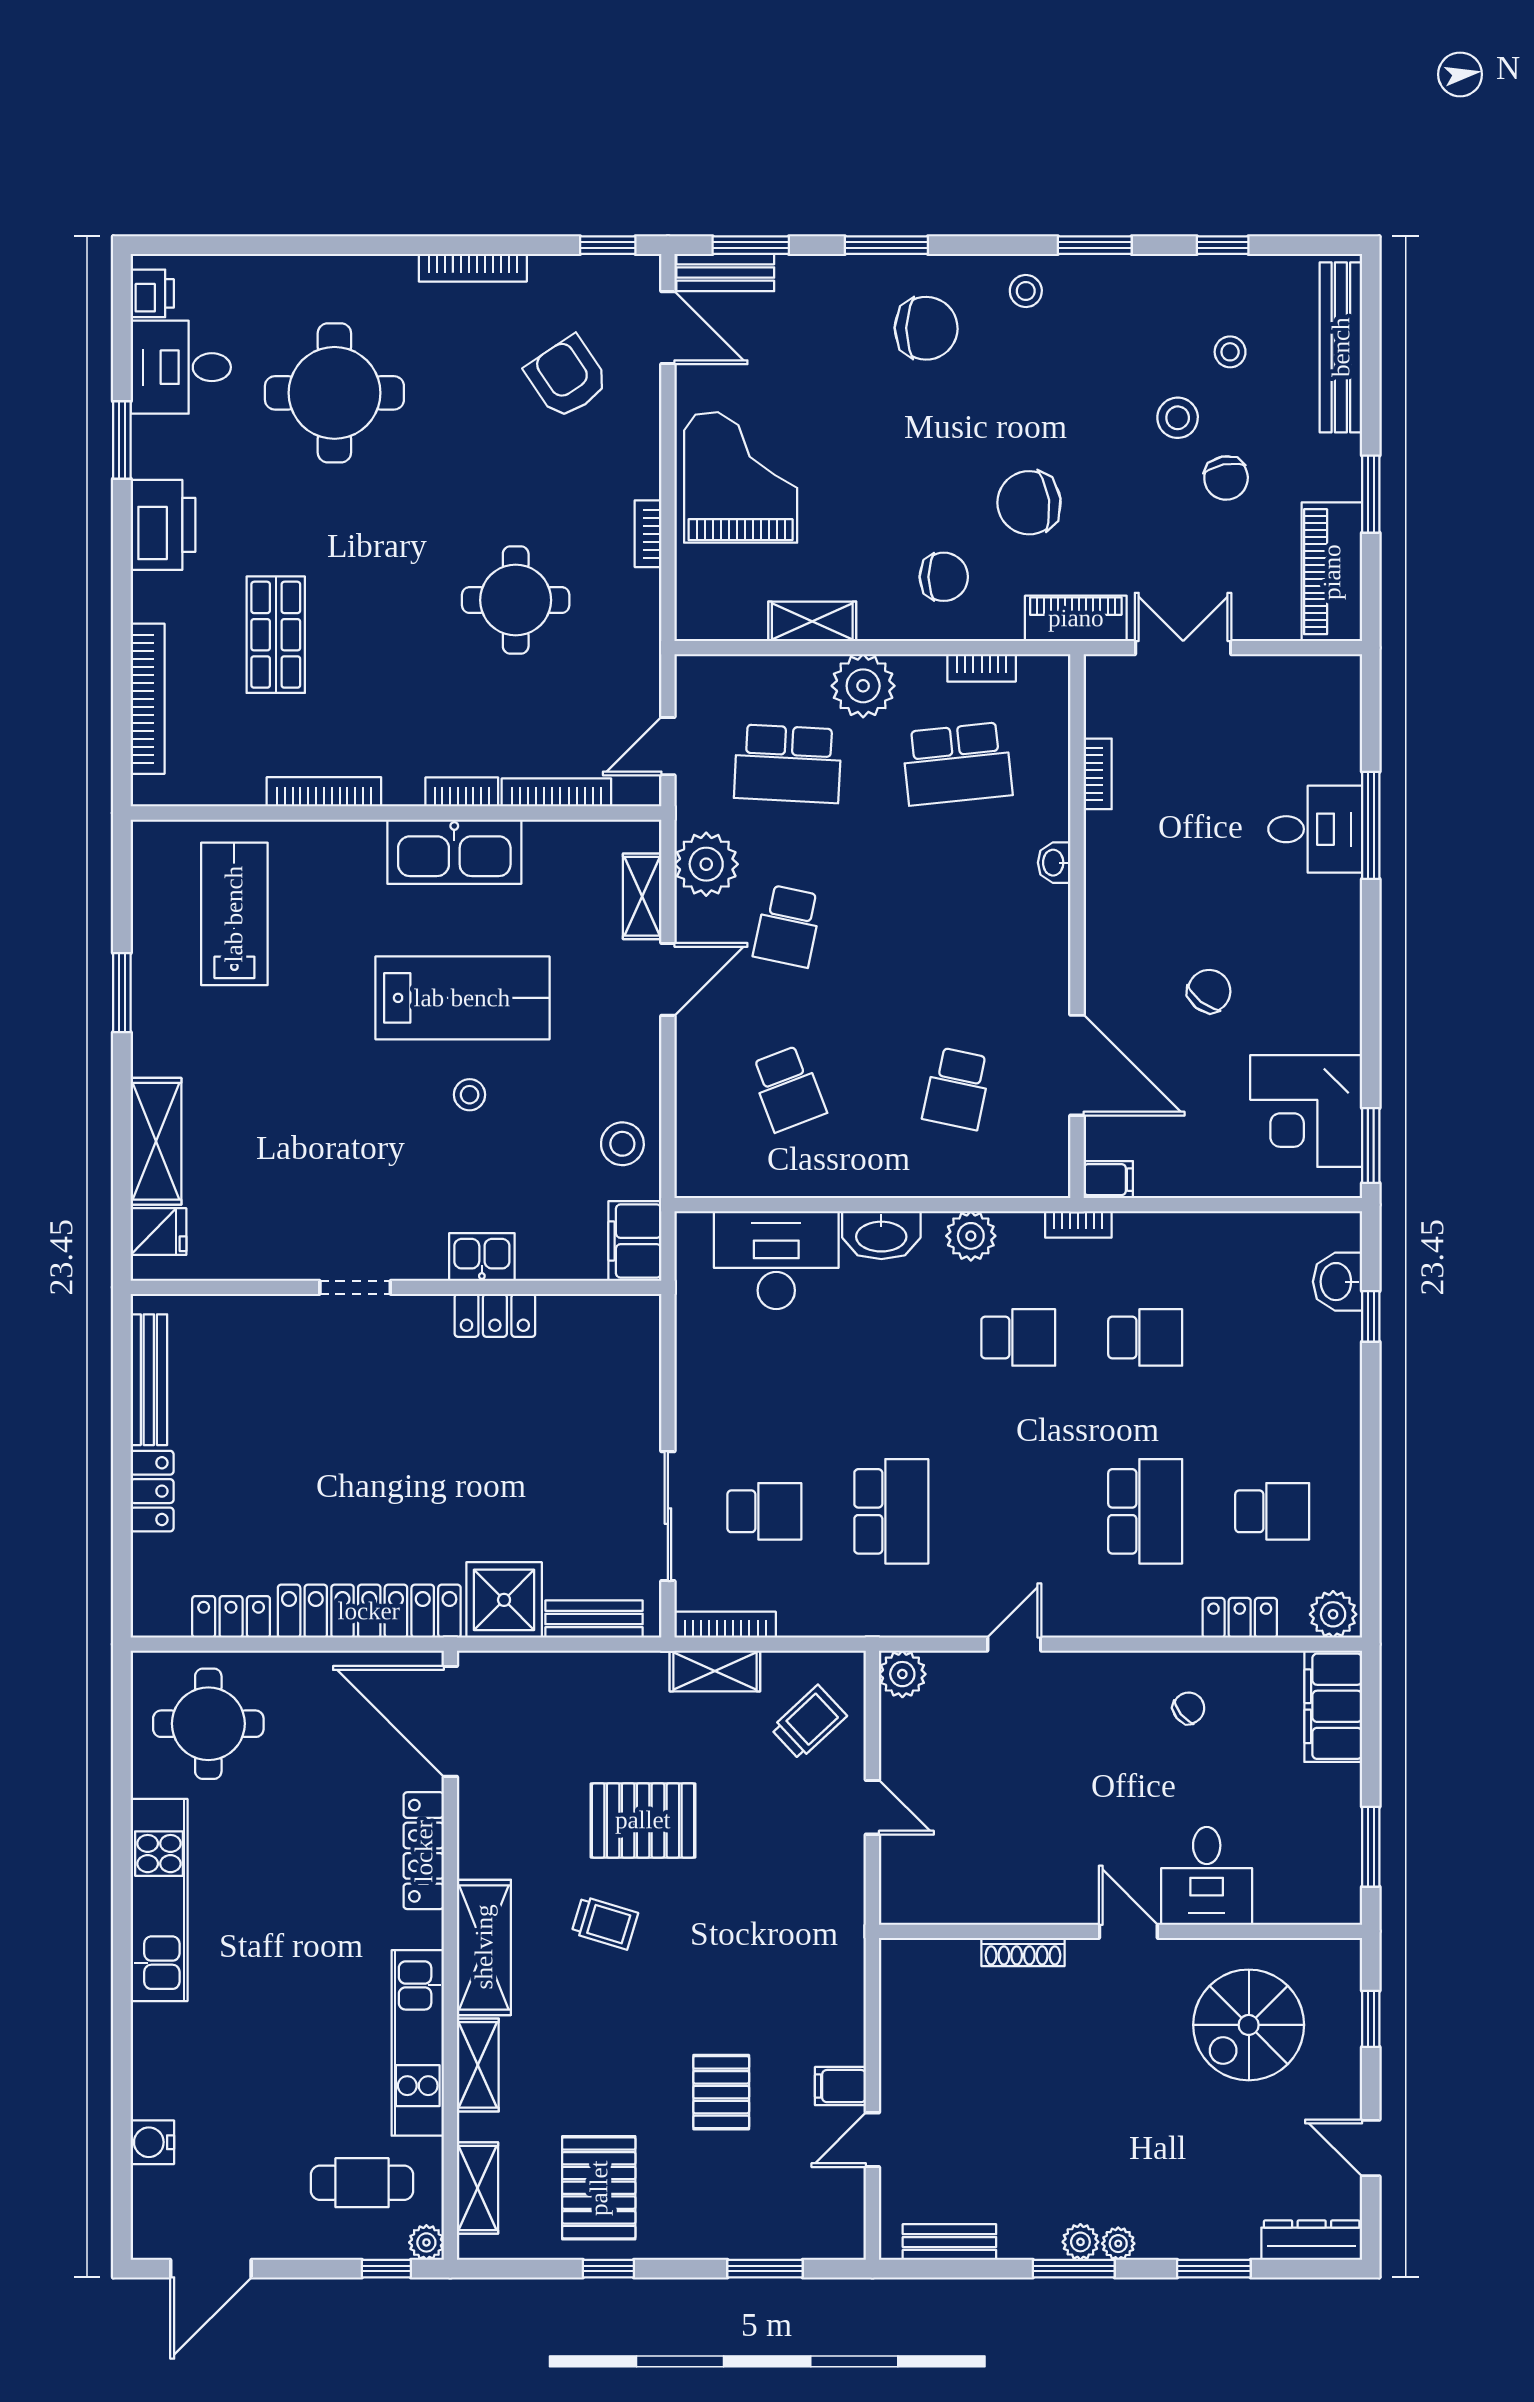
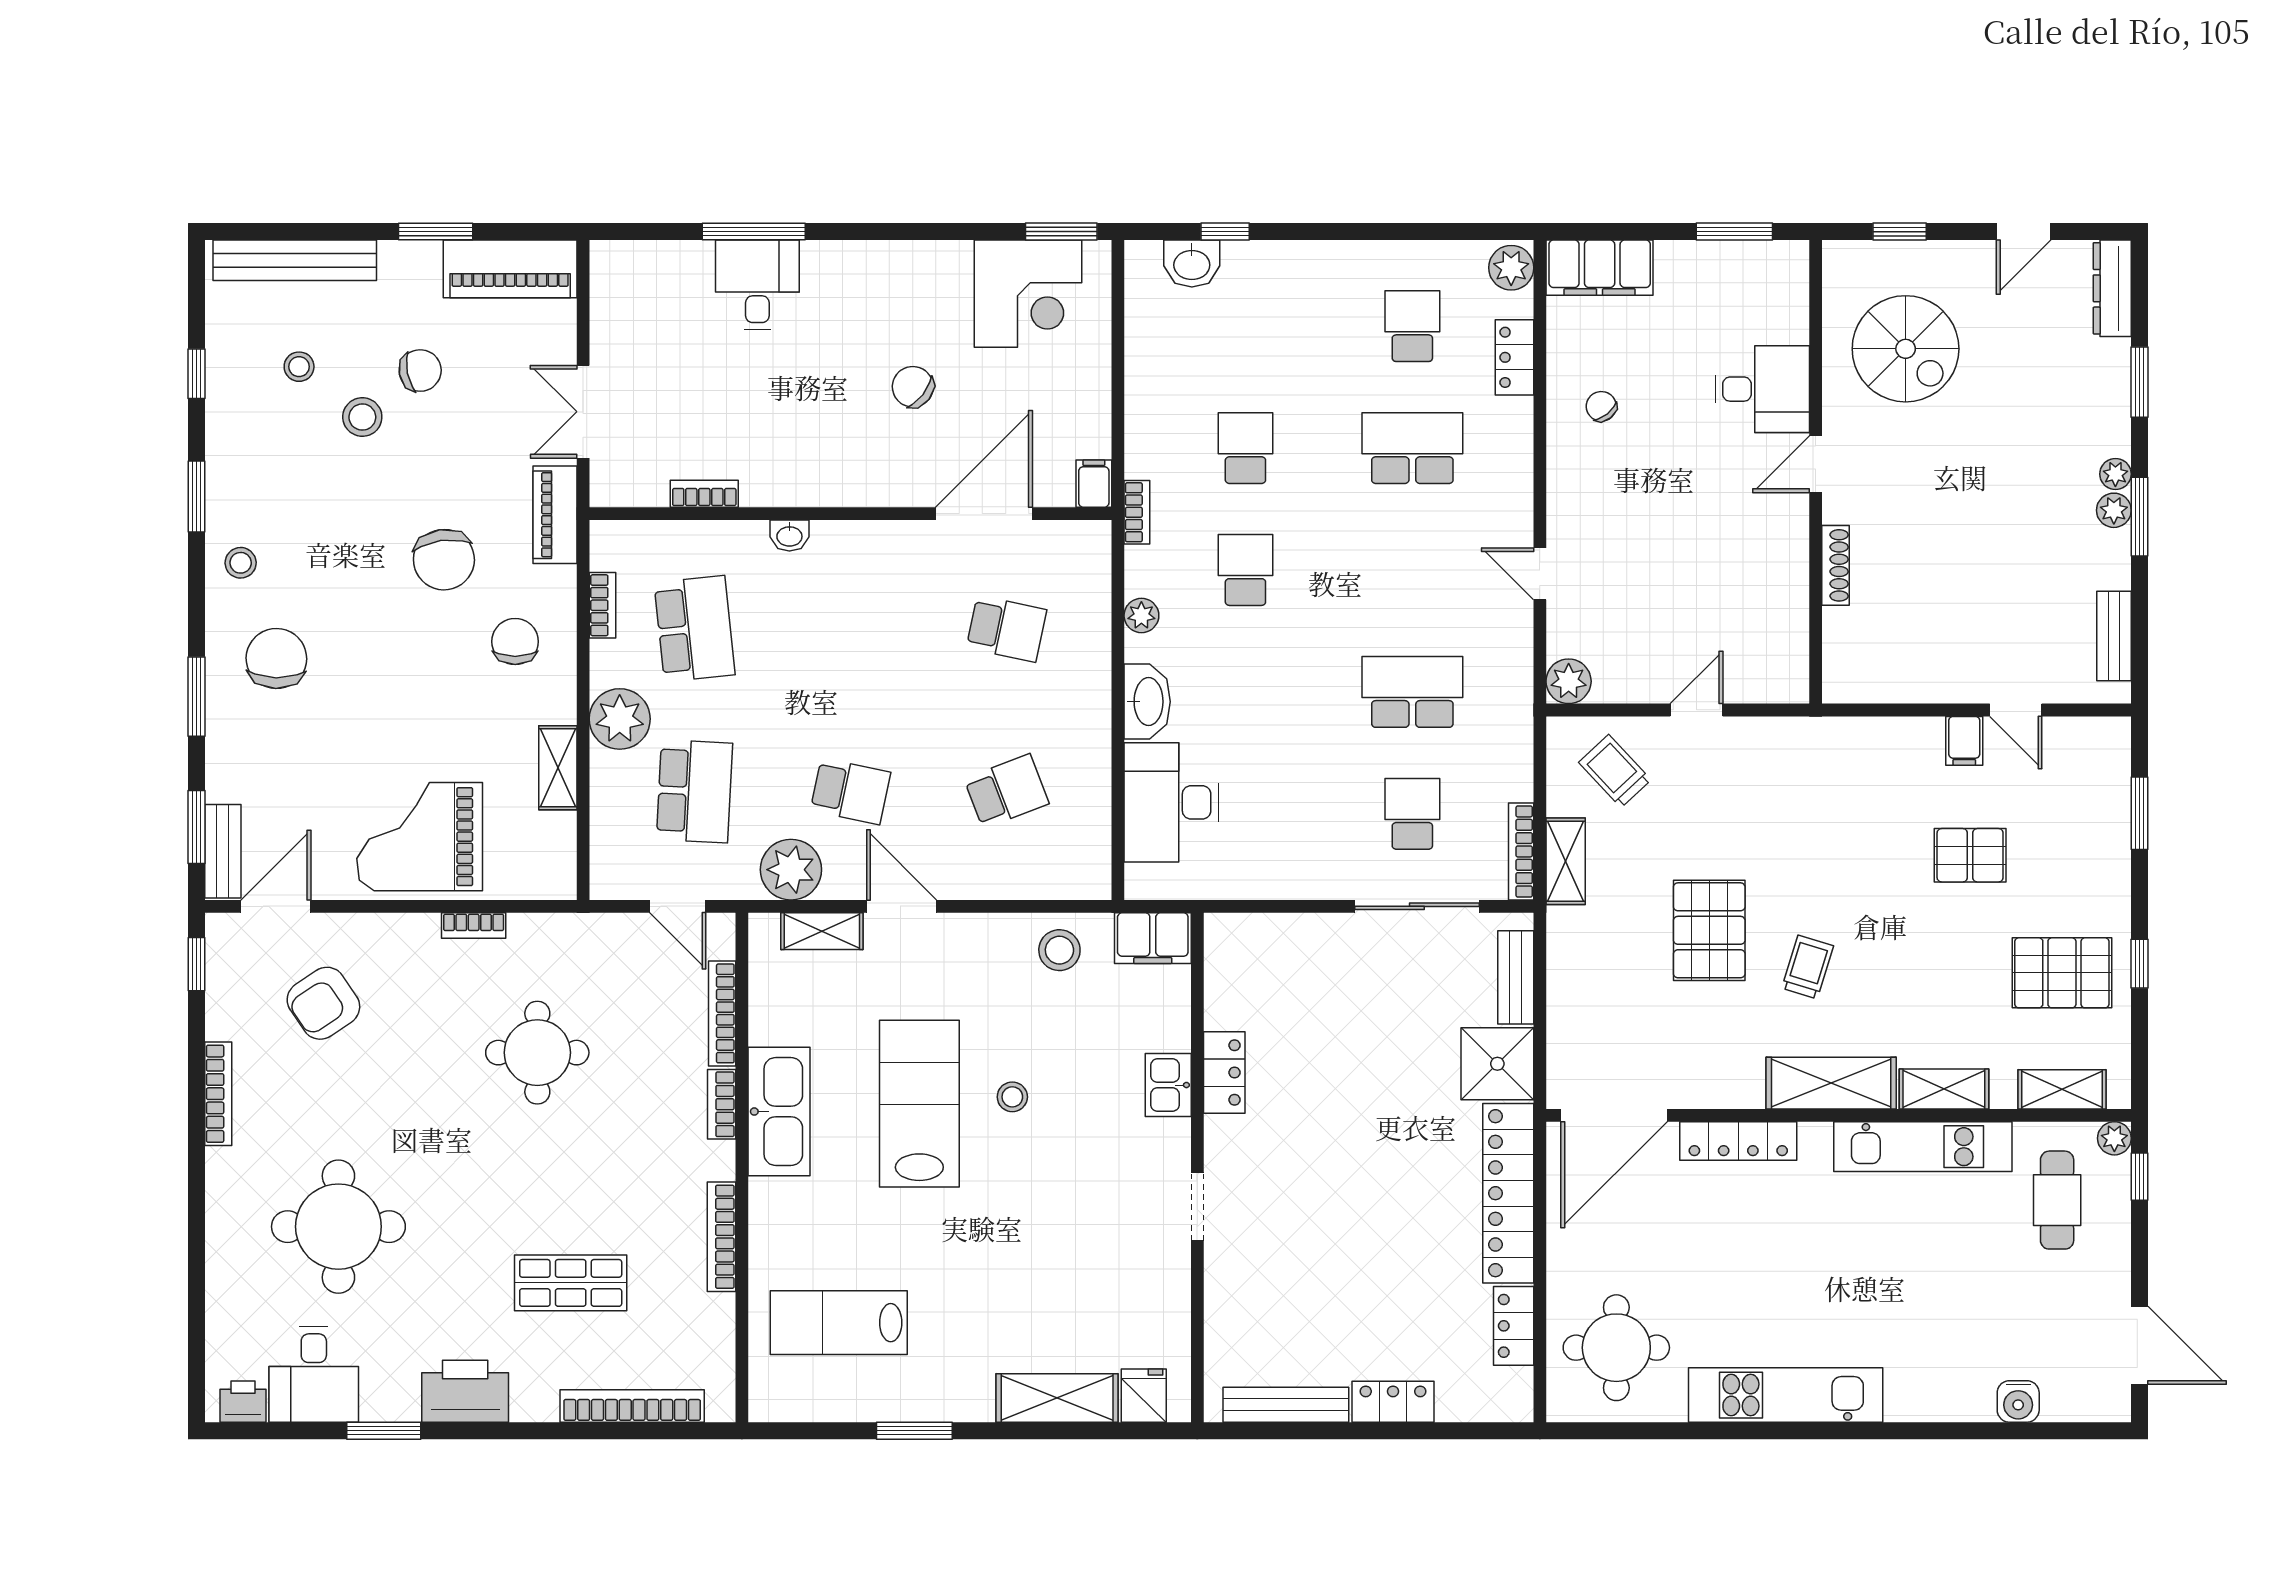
plant: (971, 1236) -> (1141, 616), width x0.73, depth x0.73

